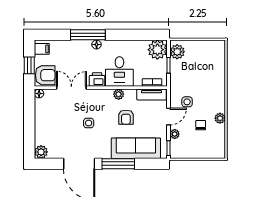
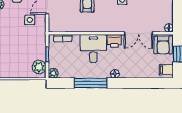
window: (88, 35) -> (91, 83), moved
plant: (157, 50) -> (53, 73), width x0.53, depth x0.53
armchair: (45, 75) -> (163, 45), turned -90
plant: (119, 94) -> (94, 27), removed
tv unit: (151, 94) -> (63, 27), removed

